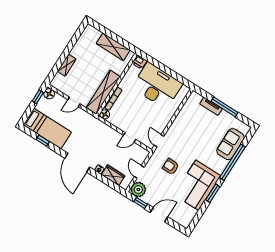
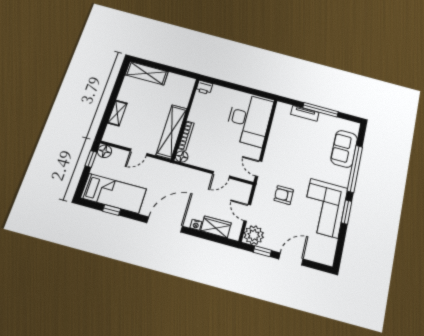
shelving: (113, 47) -> (147, 73), moved
desk: (157, 86) -> (249, 119), moved, turned 90
door: (77, 163) -> (165, 224), swing flipped

